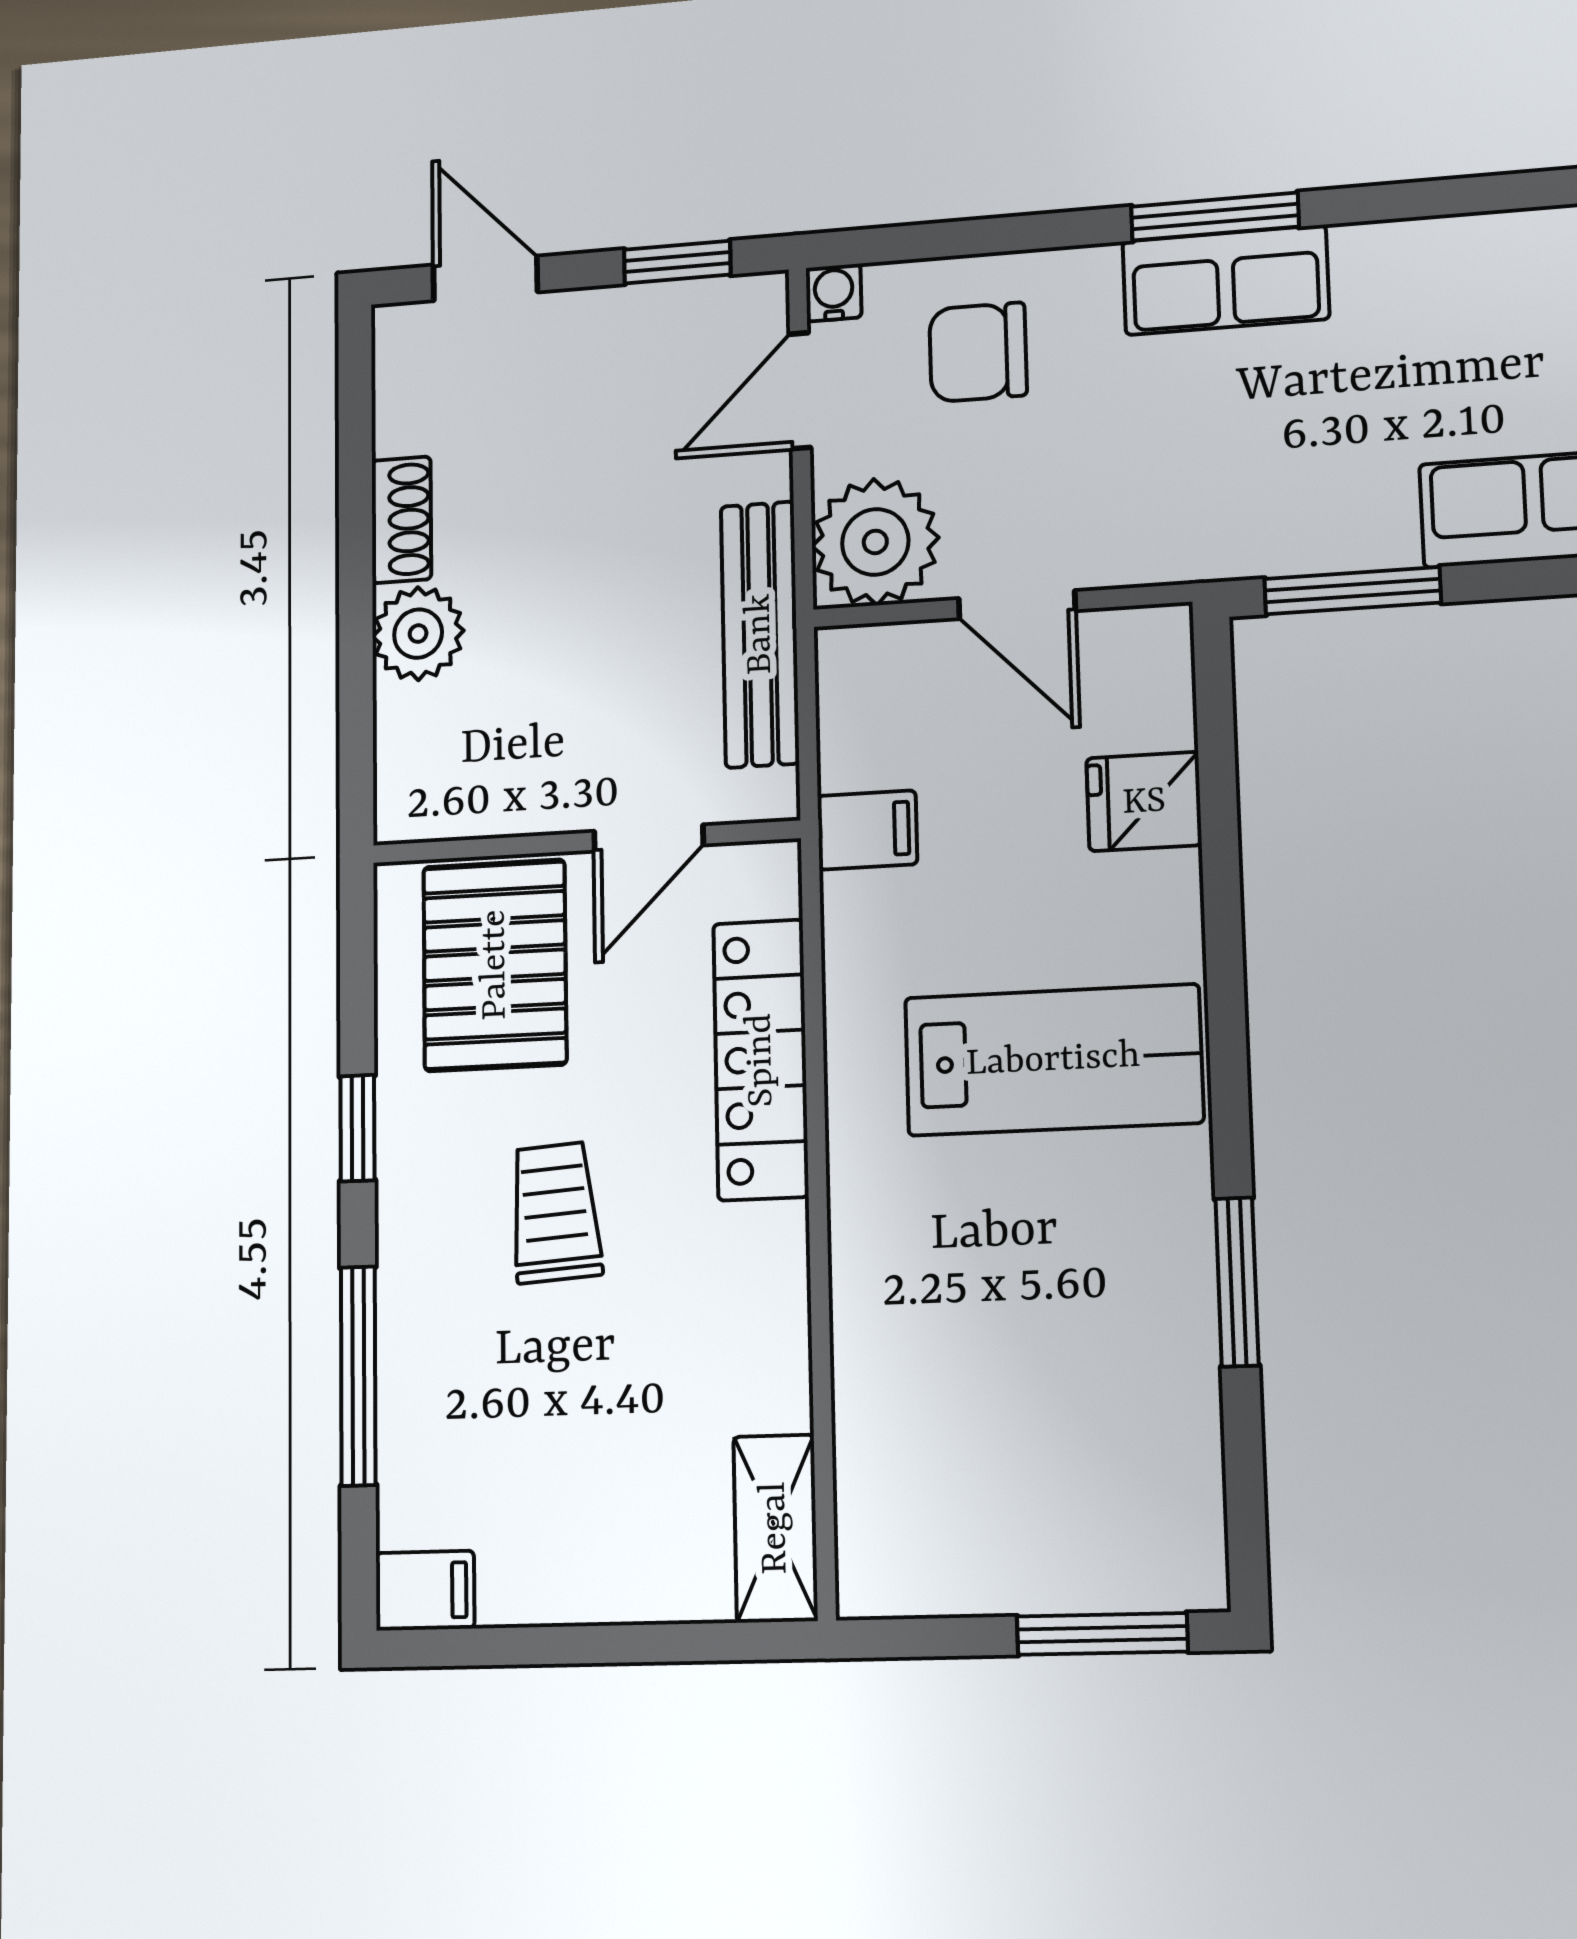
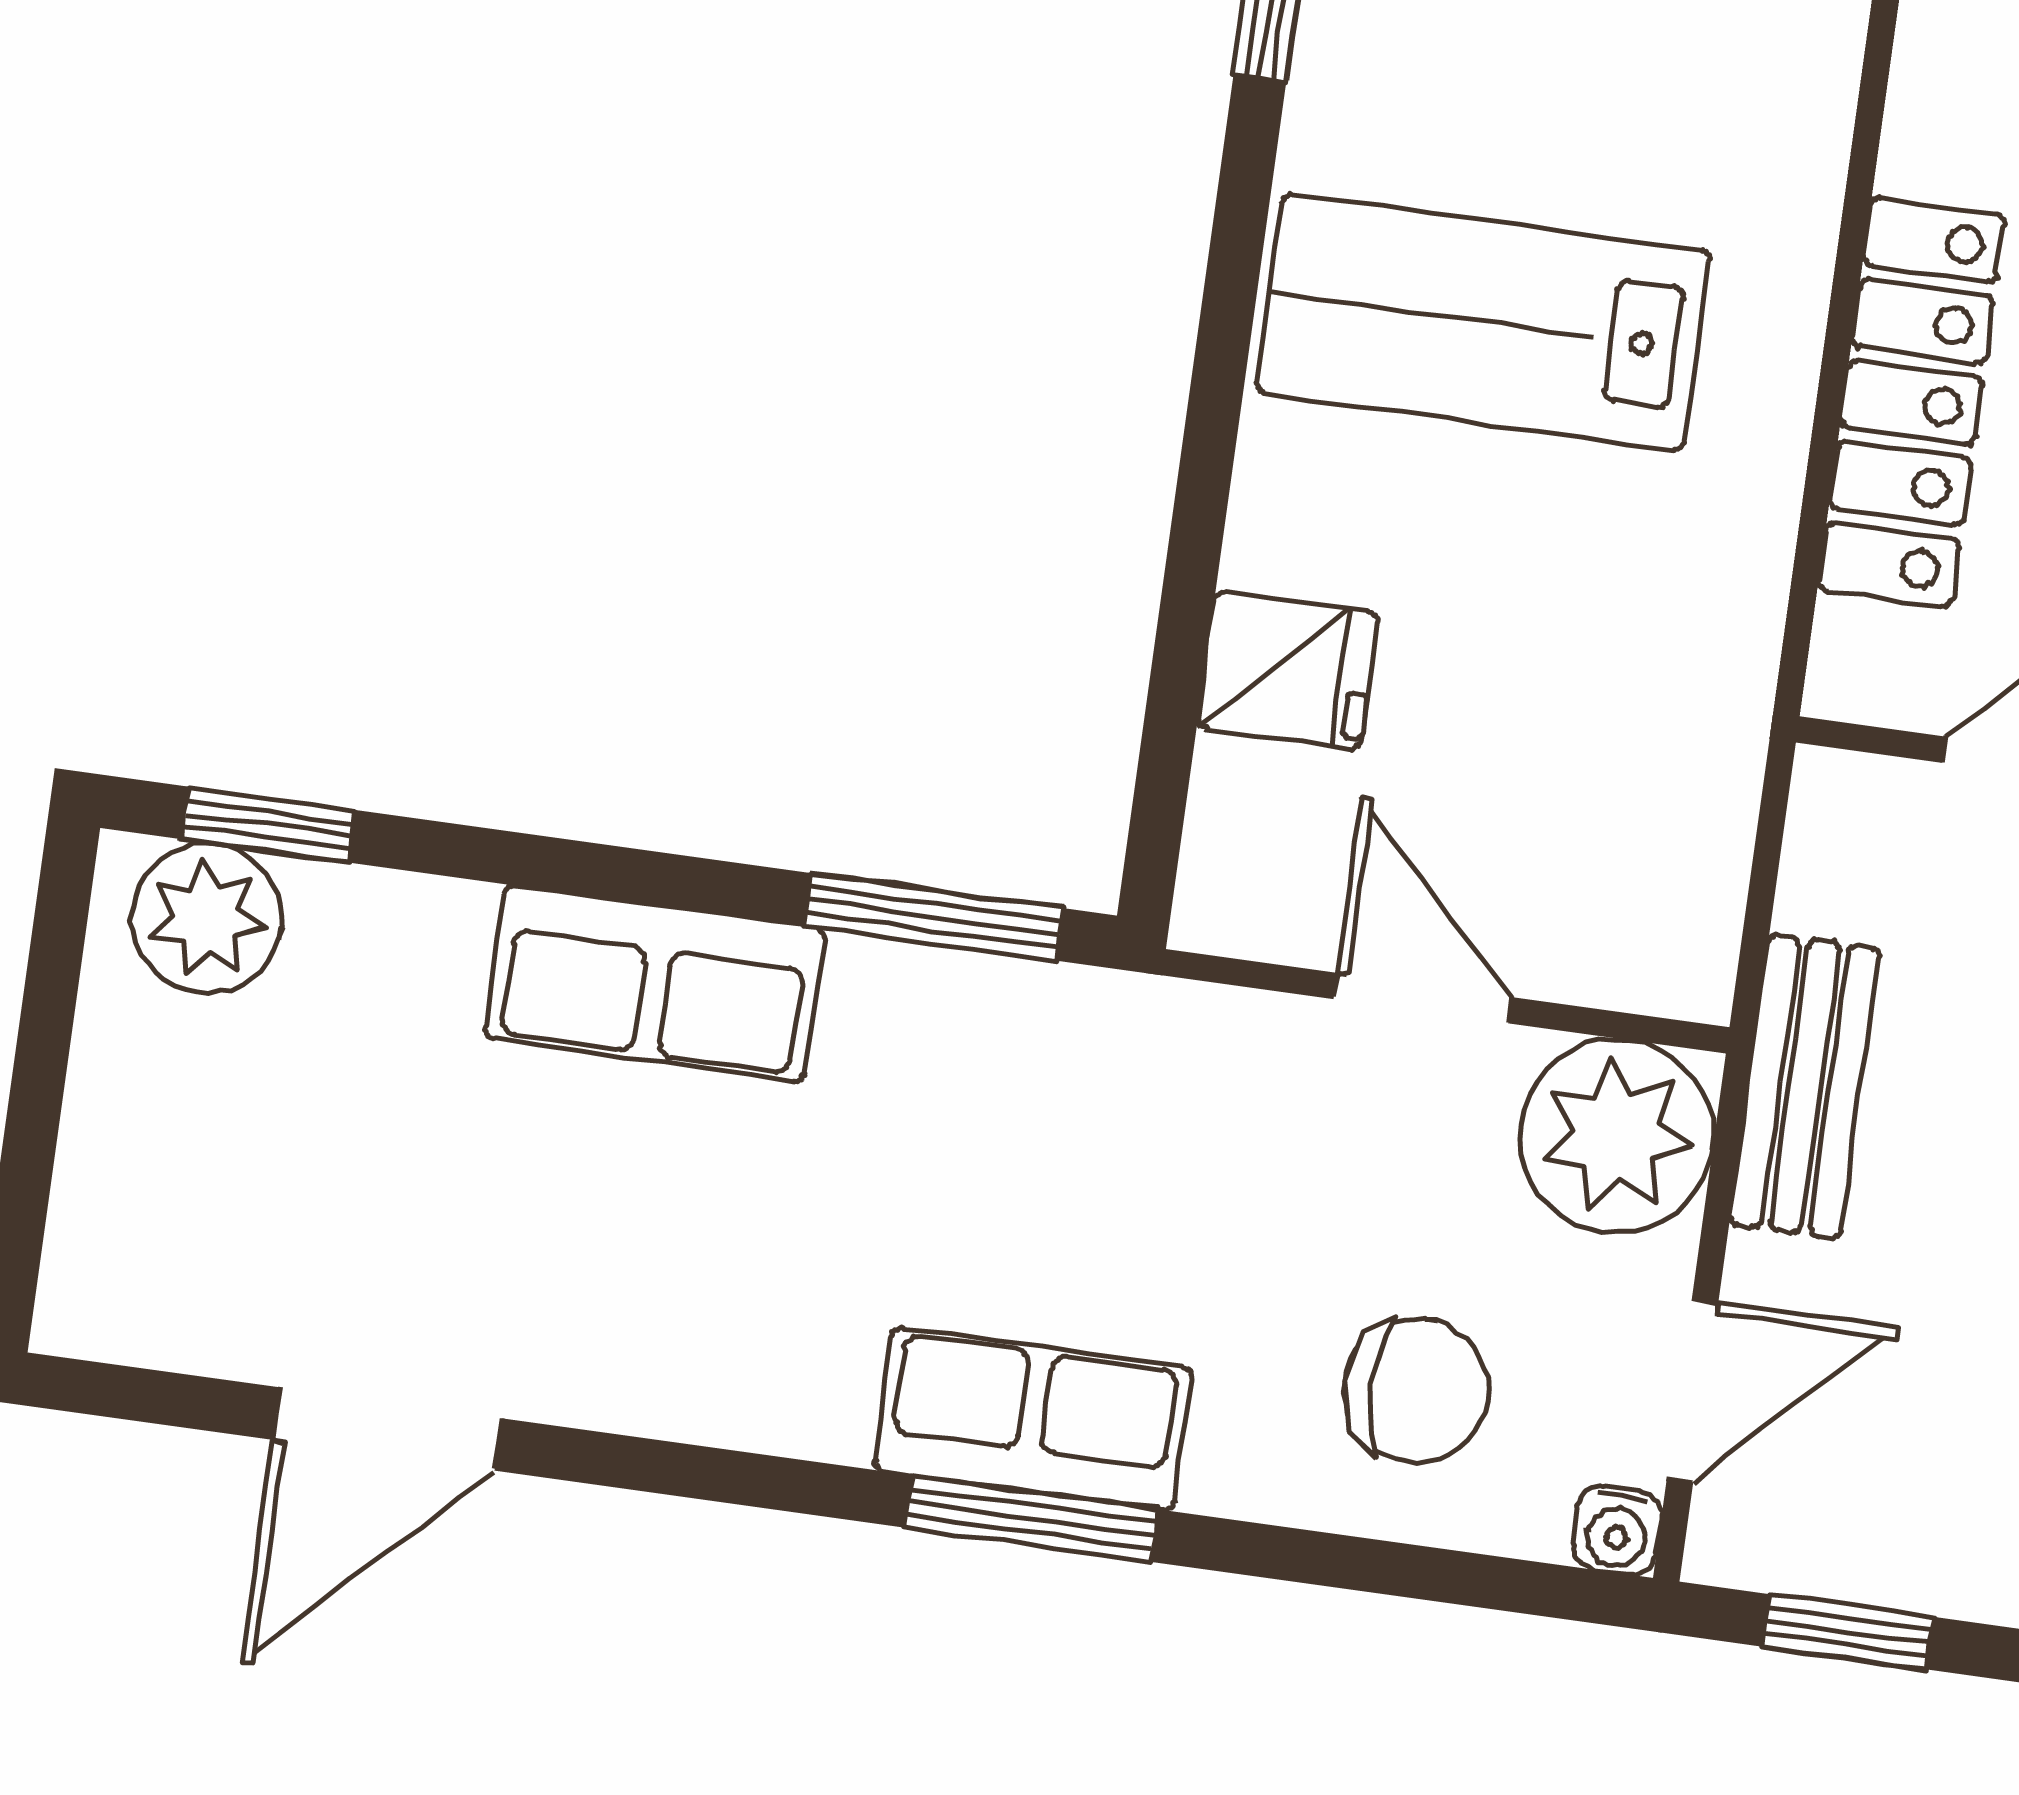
bench: (760, 634) -> (1805, 1086), width x0.73
filing cabinet: (867, 830) -> (1699, 709), removed

